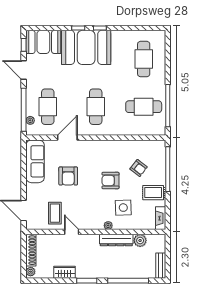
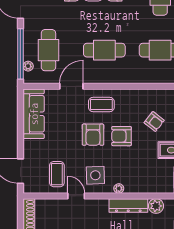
cafe table: (96, 107) -> (104, 50), turned 90
coffee table: (93, 153) -> (101, 104), added
armchair: (68, 176) -> (93, 135), moved
side table: (123, 208) -> (95, 175), moved

